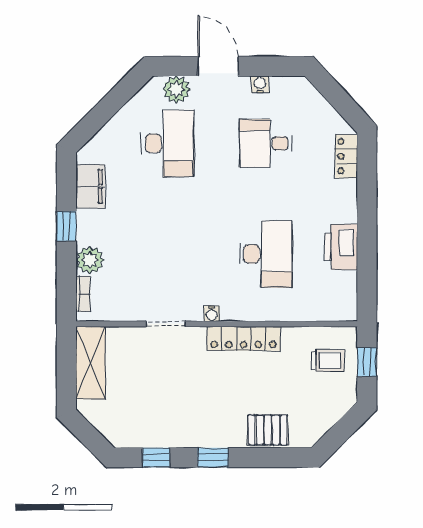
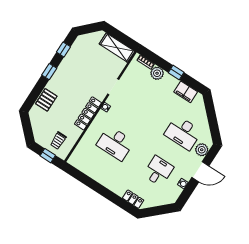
printer: (341, 247) -> (99, 174), removed

